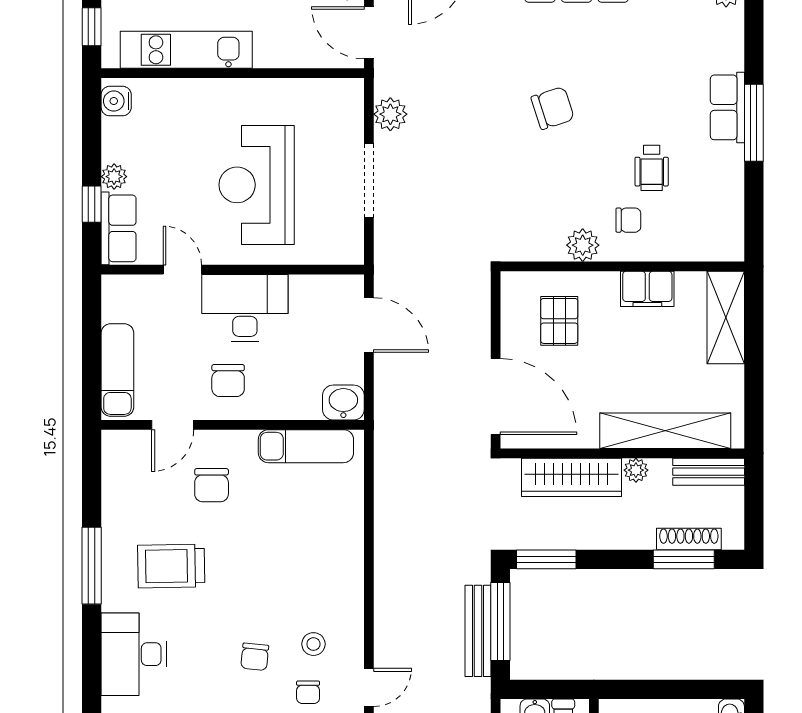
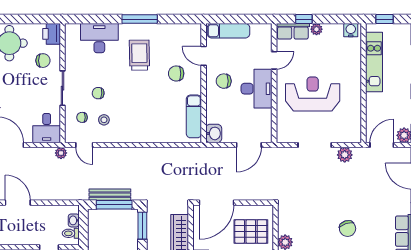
pallet: (559, 321) -> (251, 232), width x1.50, depth x1.42

